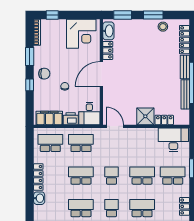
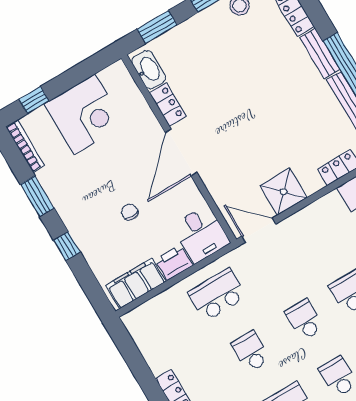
corner desk: (81, 34) -> (85, 114), moved
chair: (44, 74) -> (81, 211), removed
shower: (145, 116) -> (283, 192), moved
school desk: (50, 143) -> (164, 326), removed
school desk: (81, 176) -> (251, 352), width x0.54

